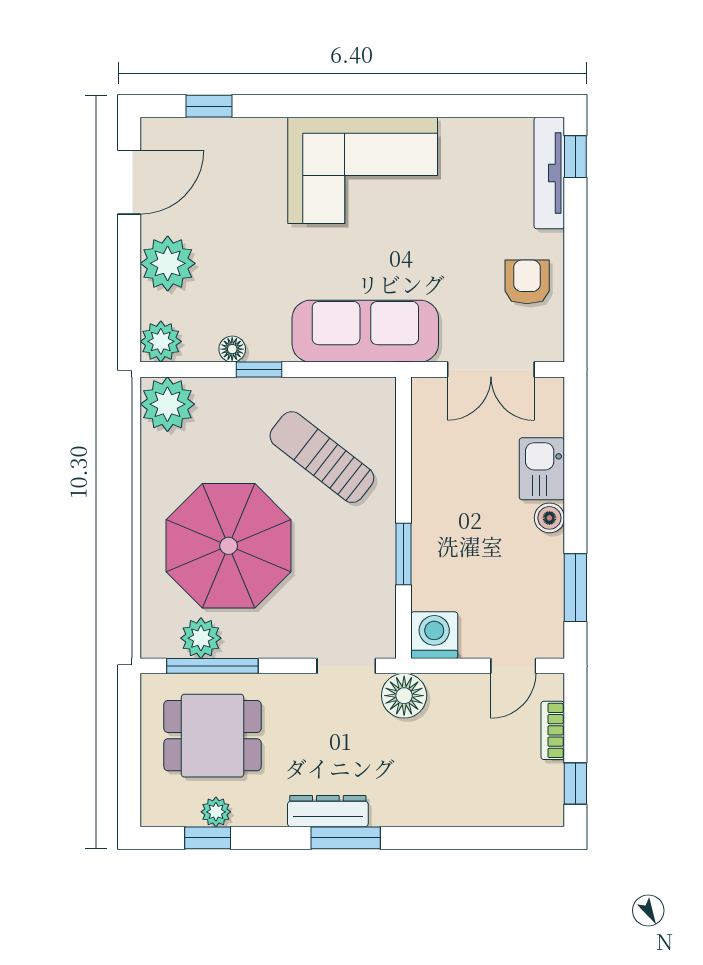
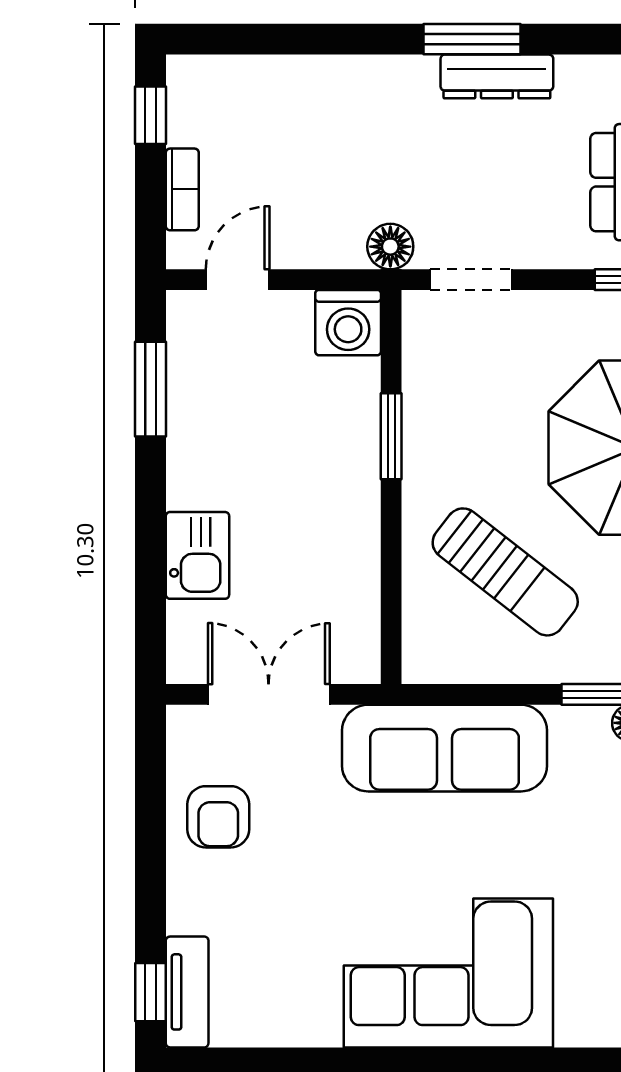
tv unit: (549, 173) -> (187, 992), width x0.71
boiler: (549, 518) -> (187, 487), removed
floor lamp: (404, 696) -> (390, 247), width x0.73, depth x0.73

